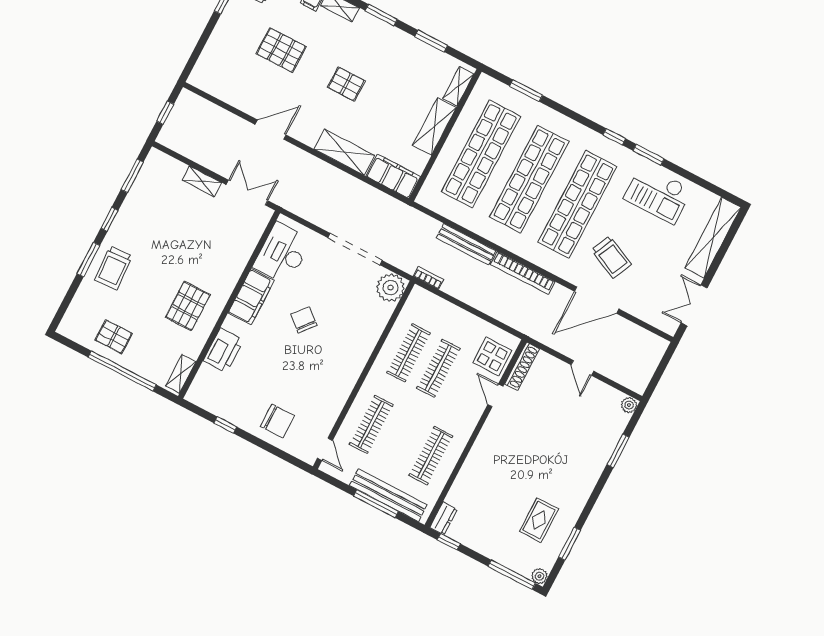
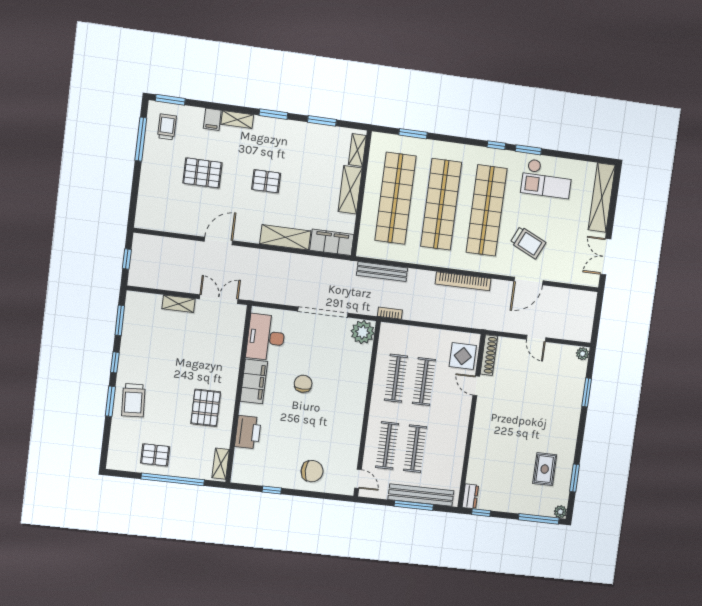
bench: (466, 244) -> (382, 272), moved
door: (597, 300) -> (529, 281), width x0.73
chair: (304, 320) -> (303, 384), turned 50
clothes rail: (431, 456) -> (415, 449), moved

